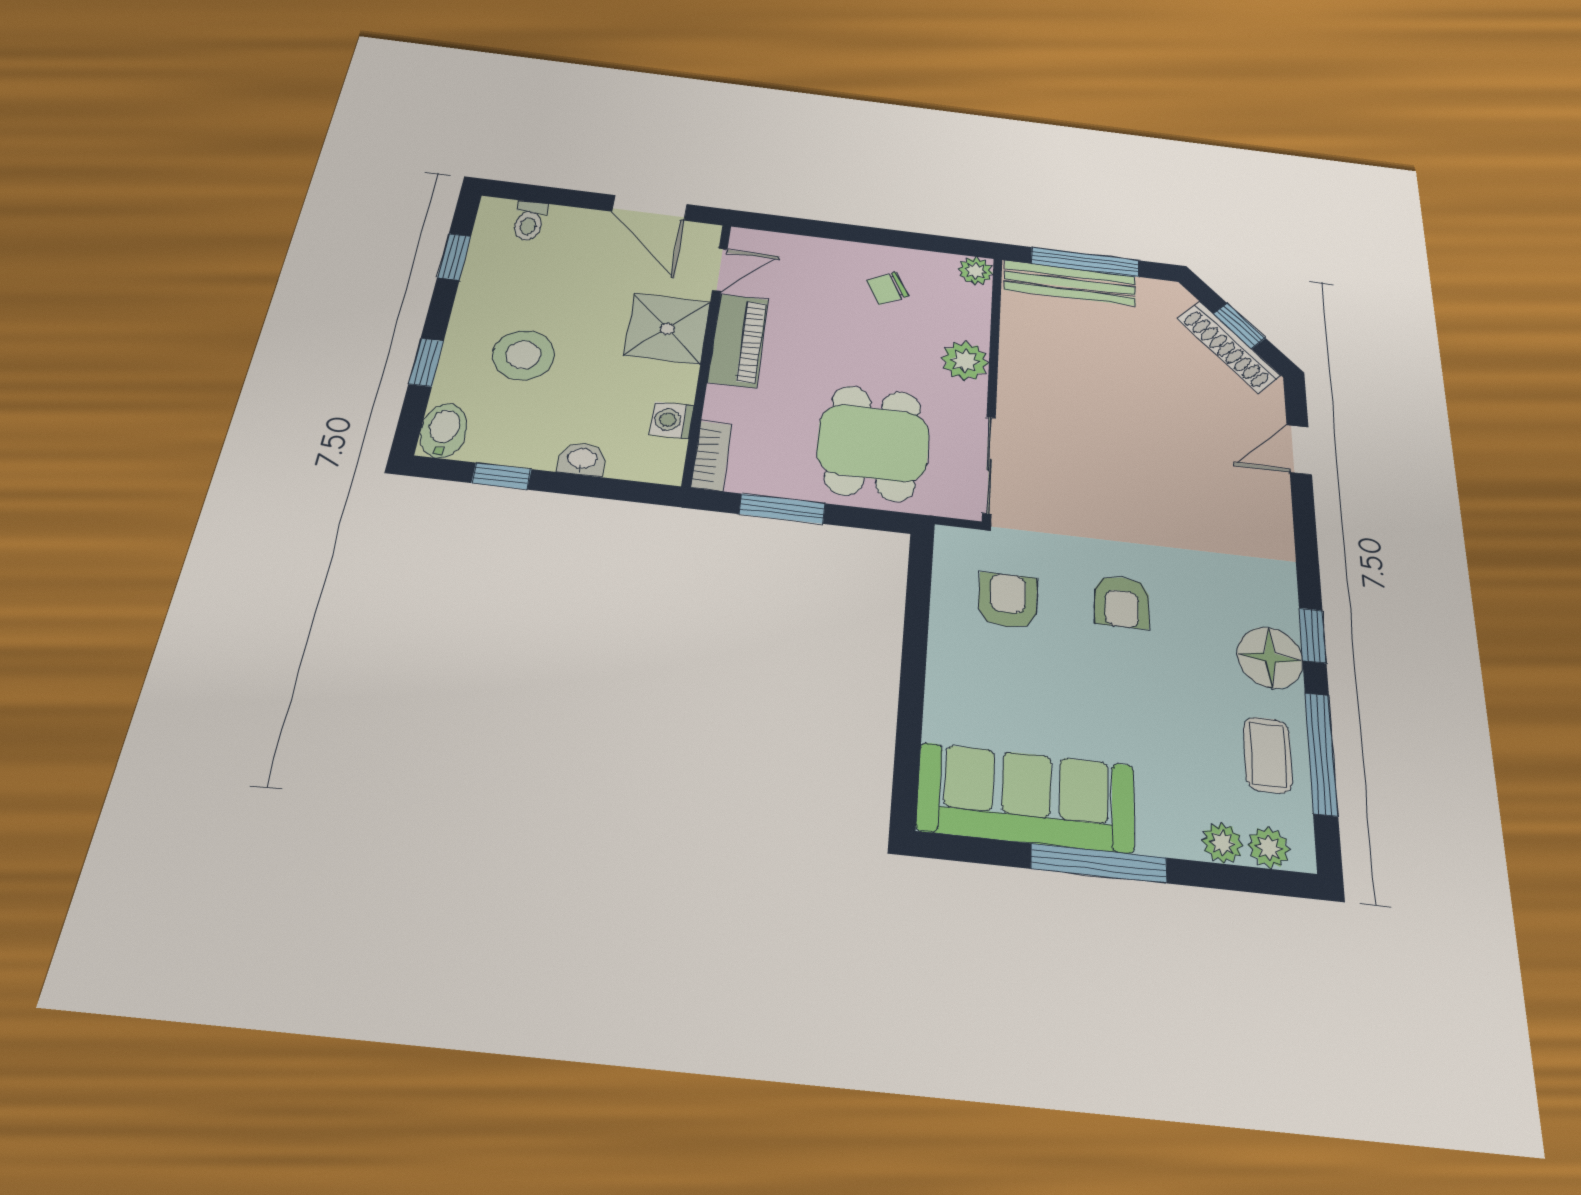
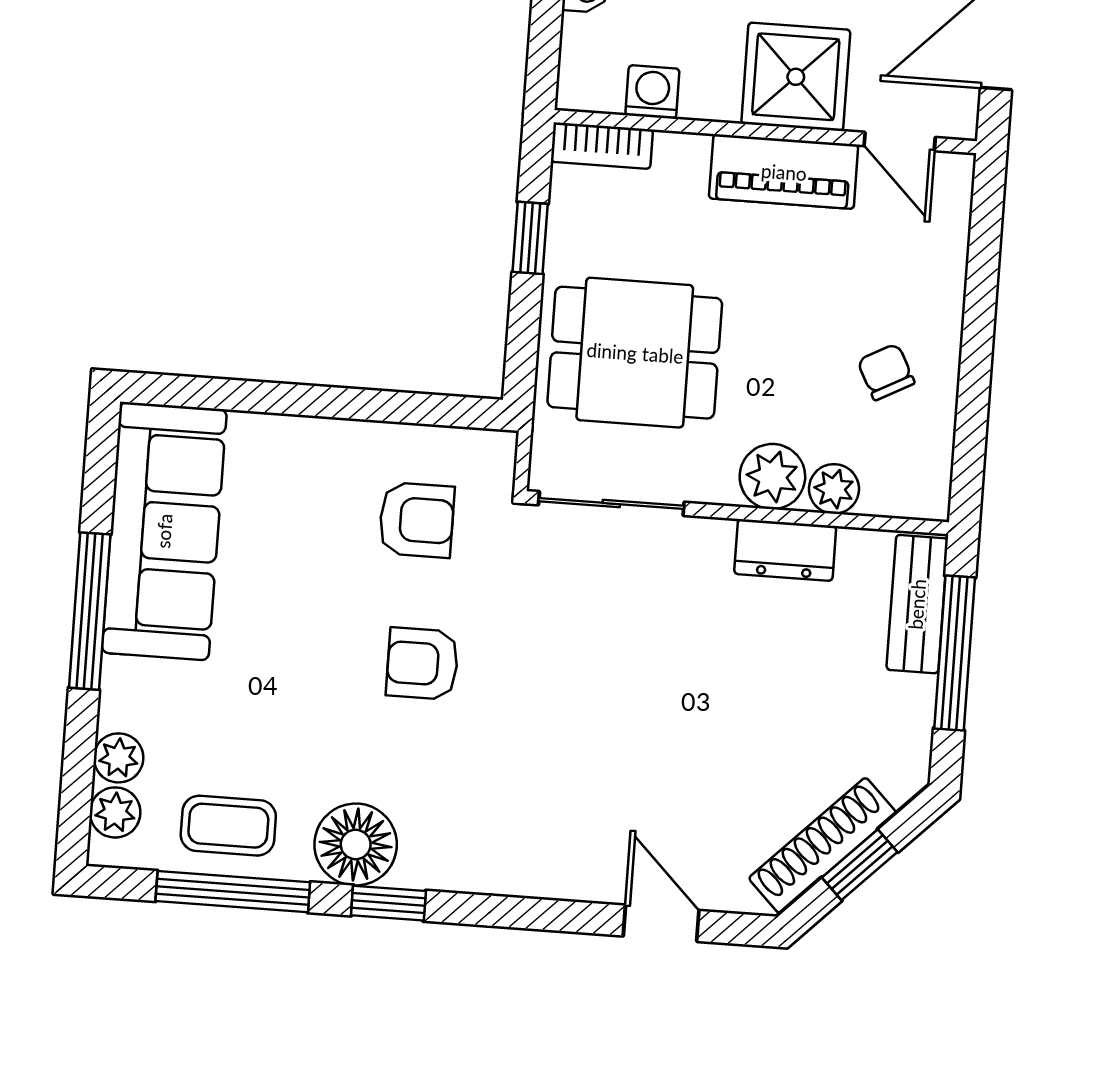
plant: (975, 271) -> (834, 489), moved
bench: (1070, 283) -> (917, 604), width x0.73
dresser: (1018, 356) -> (785, 550), added
window: (782, 509) -> (530, 238), width x0.67

